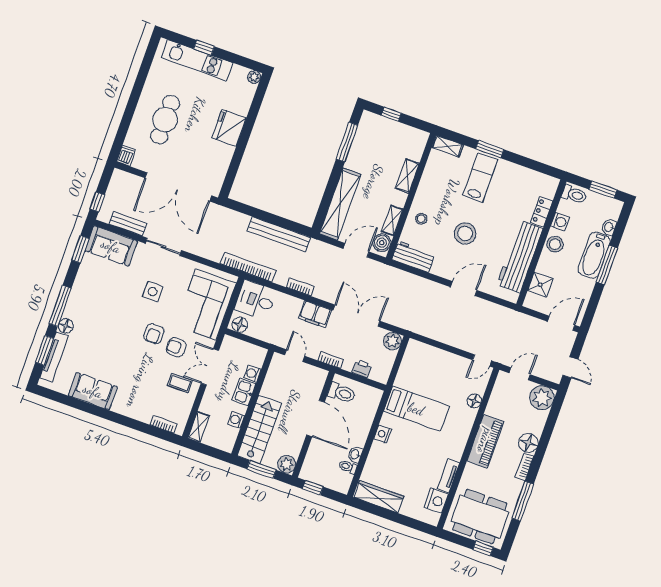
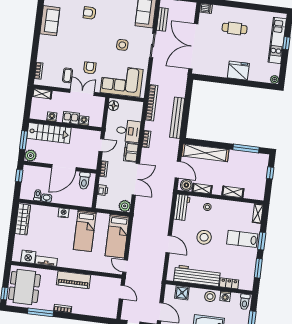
cafe table: (165, 120) -> (235, 28), width x0.73, depth x0.74
window: (529, 163) -> (258, 268), added
lab bench: (480, 177) -> (242, 239), turned 180
desk: (255, 300) -> (128, 131), moved, turned 90
armchair: (154, 334) -> (90, 13), moved
bed: (435, 362) -> (117, 236), added
plant: (542, 398) -> (110, 310), removed
floor lamp: (474, 401) -> (98, 267), removed
floor lamp: (528, 443) -> (79, 308), removed

